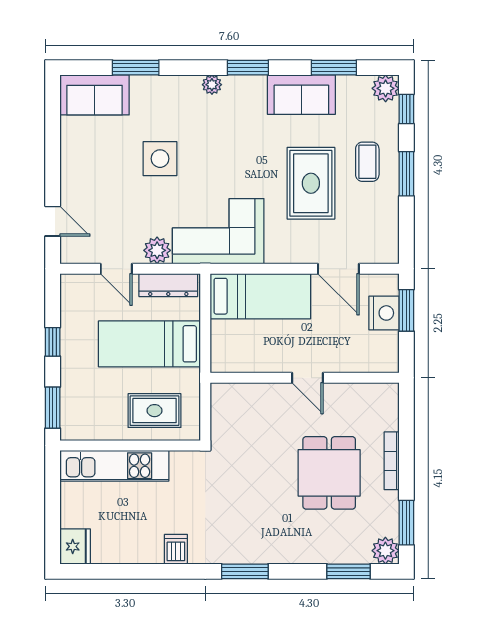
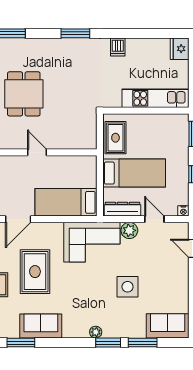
window: (248, 68) -> (108, 343), moved
door: (338, 269) -> (18, 219), swing flipped
nightstand: (69, 282) -> (183, 211), added
rug: (155, 411) -> (115, 138), moved, turned 90

